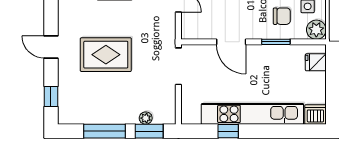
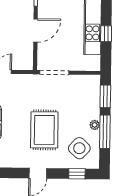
side table: (83, 99) -> (79, 148), added
plant: (146, 118) -> (95, 125), moved

